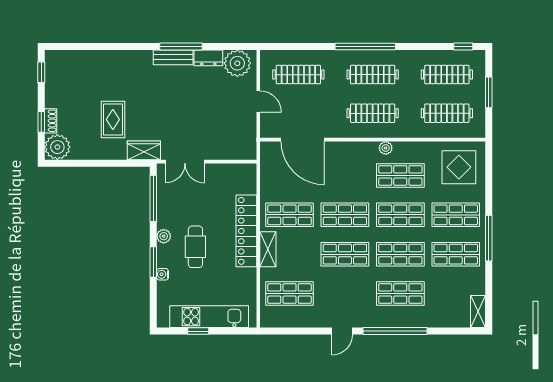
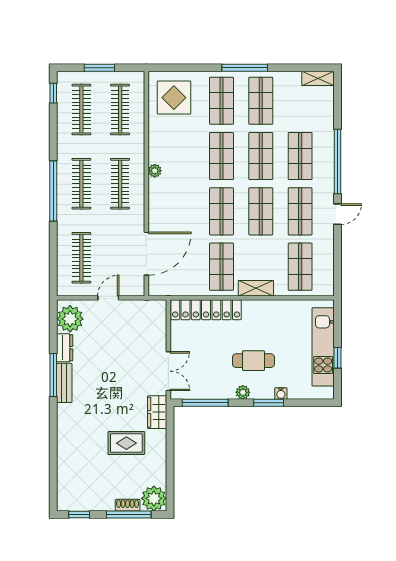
window: (41, 122) -> (129, 515), width x2.17
shop shelf: (400, 175) -> (300, 211), moved
locker: (246, 231) -> (206, 310), moved
door: (342, 331) -> (338, 214), hinge flipped

